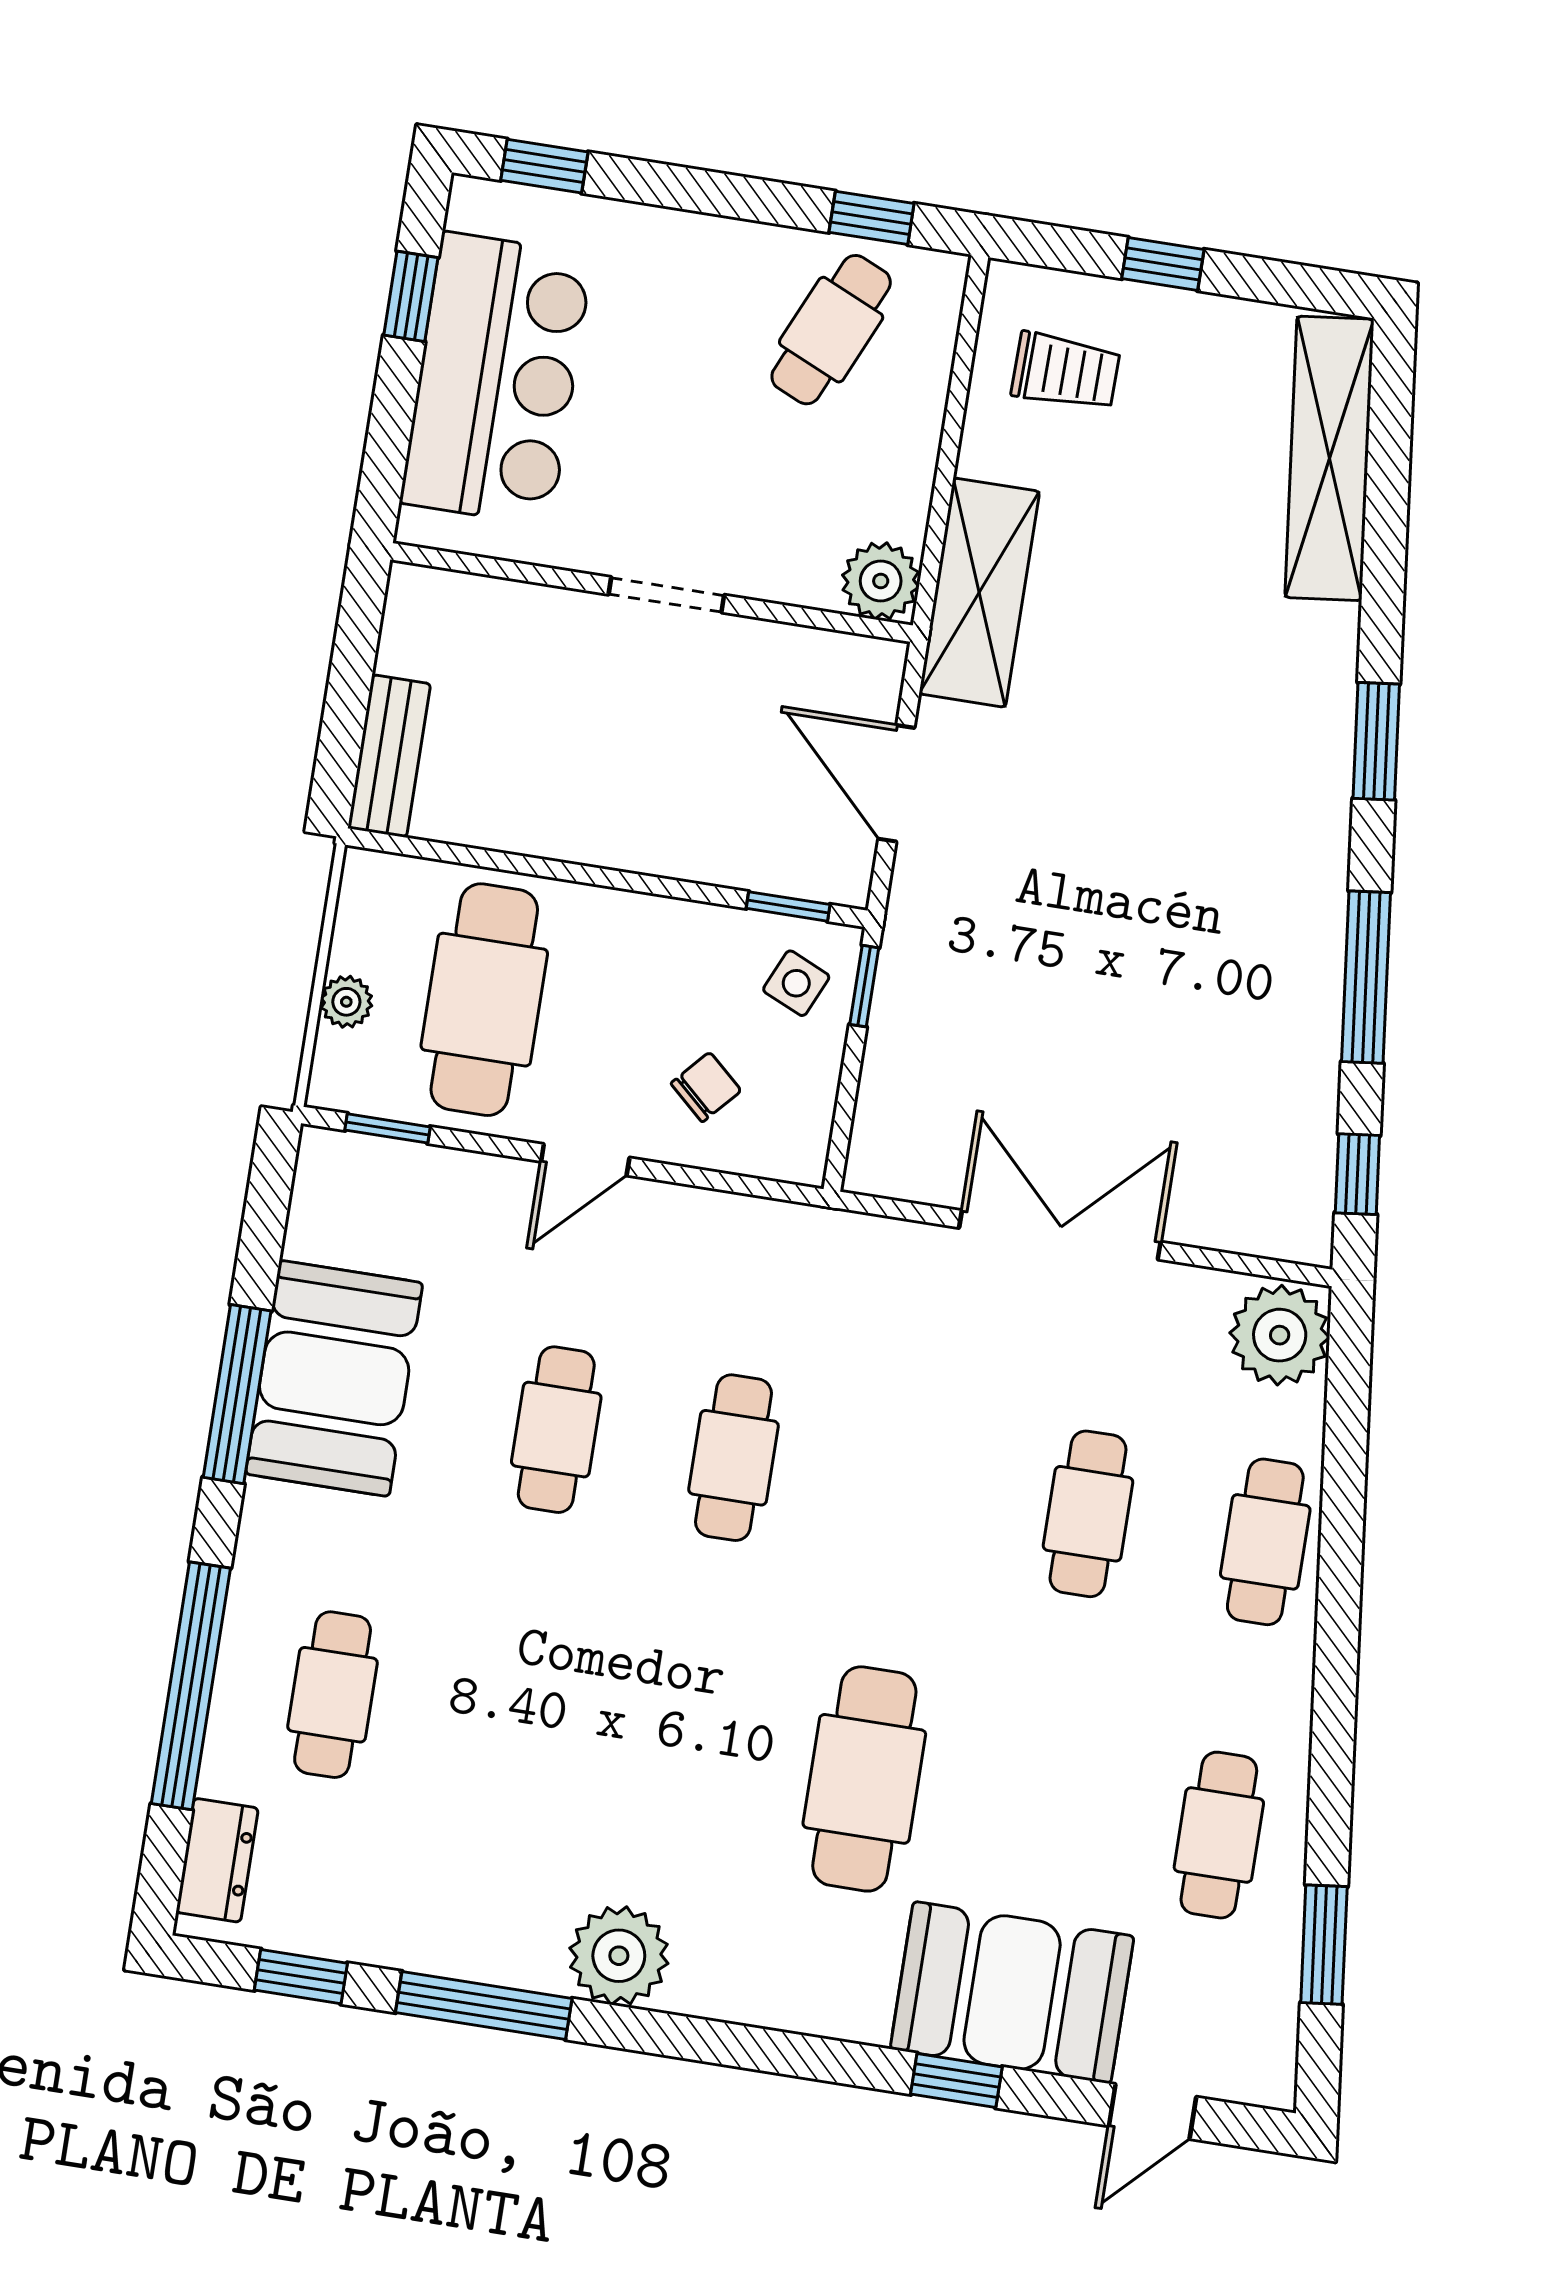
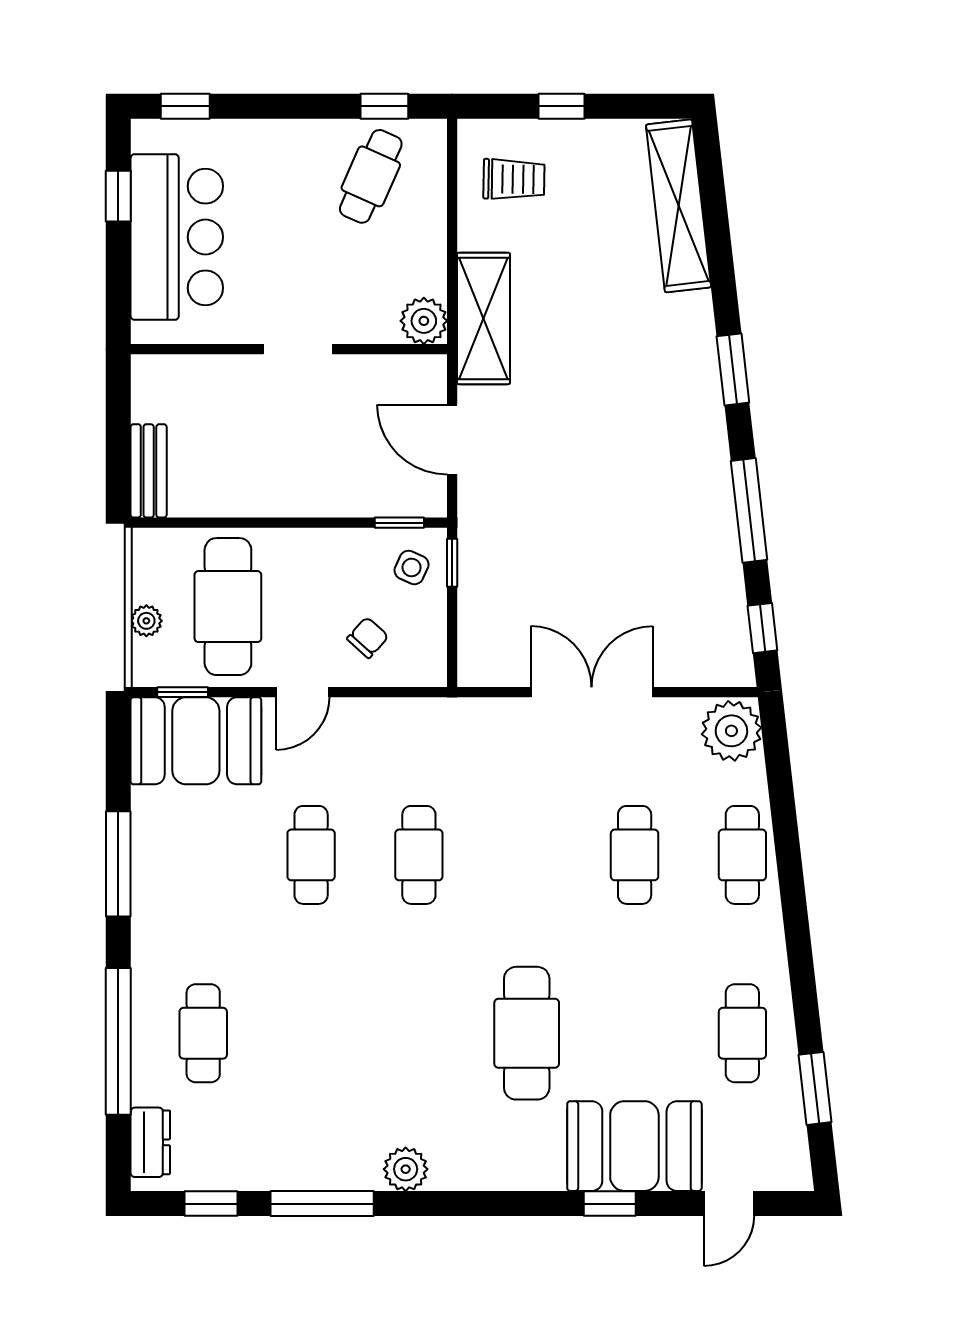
booth: (334, 1378) -> (196, 741), moved, turned 90
plant: (619, 1956) -> (406, 1169), width x0.73, depth x0.73

